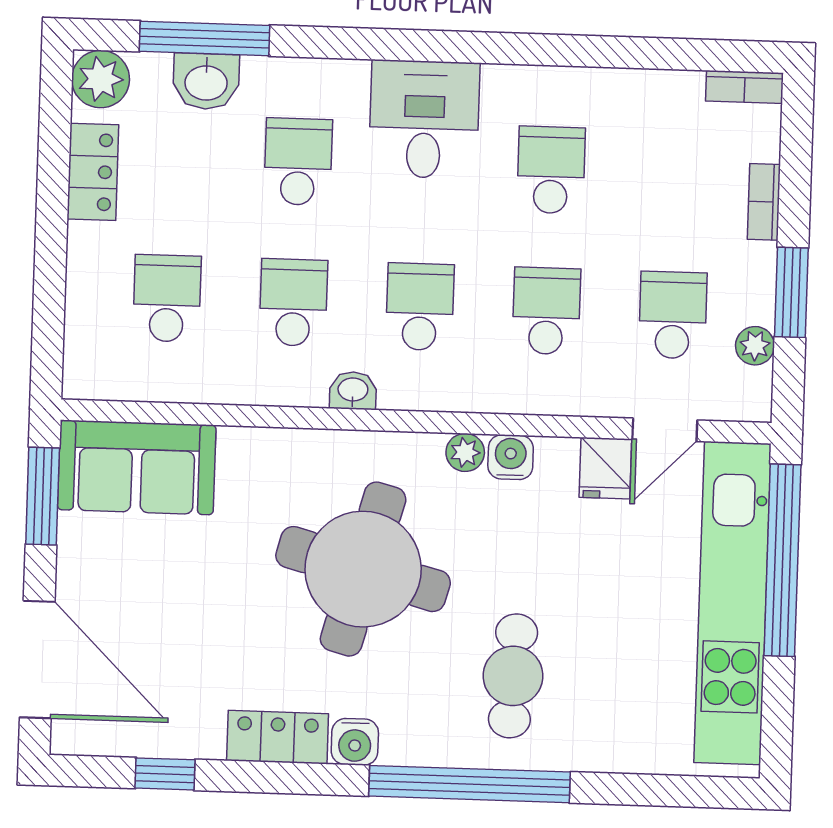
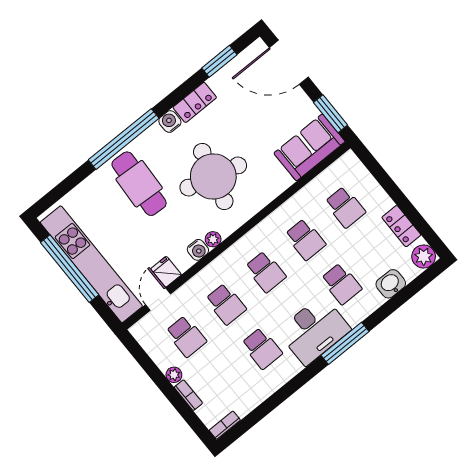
window: (205, 38) -> (345, 343), moved
desk: (424, 119) -> (314, 330), width x1.37
window: (791, 292) -> (156, 375), removed
plant: (755, 346) -> (174, 375), moved
washbasin: (353, 391) -> (264, 228), removed
window: (782, 560) -> (70, 269), moved
cafe table: (513, 676) -> (139, 184), width x1.37, depth x1.35
window: (165, 774) -> (219, 61), width x1.50

